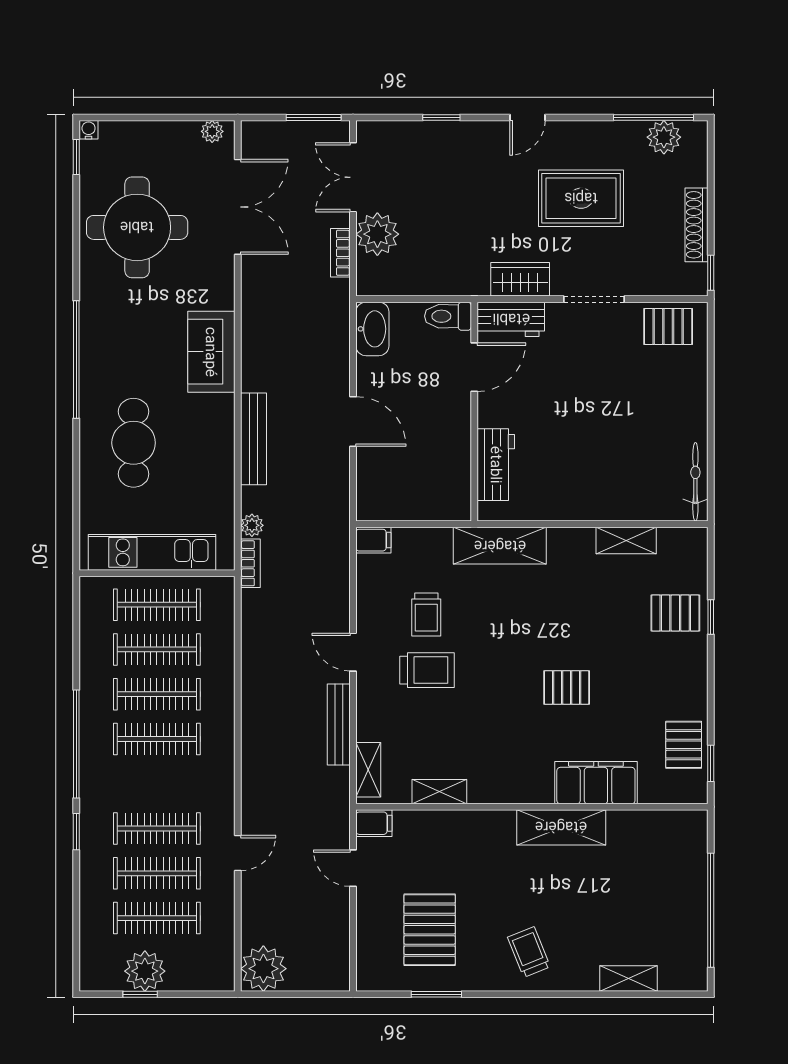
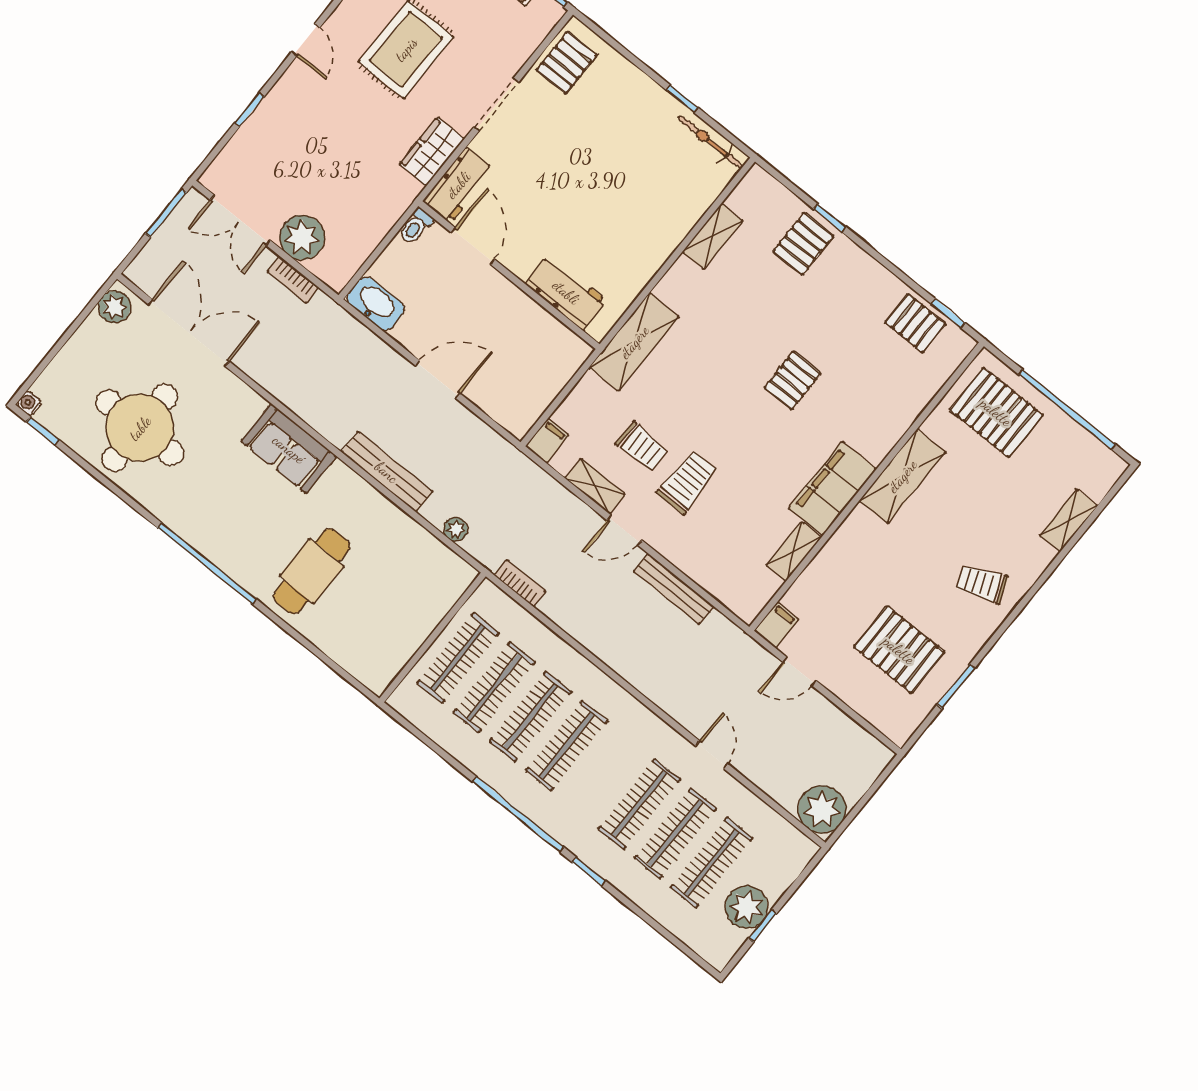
plant: (212, 131) -> (115, 307), width x1.38, depth x1.38
toilet: (448, 316) -> (416, 226), width x0.73, depth x0.72
window: (711, 435) -> (682, 99), added
cafe table: (134, 443) -> (312, 571), turned 90
kitchen unit: (152, 552) -> (412, 628), removed
bookcase: (250, 563) -> (520, 583), moved
shelving: (368, 770) -> (595, 486), moved
filing cabinet: (596, 783) -> (833, 488), moved
pallet: (666, 859) -> (996, 412), added

